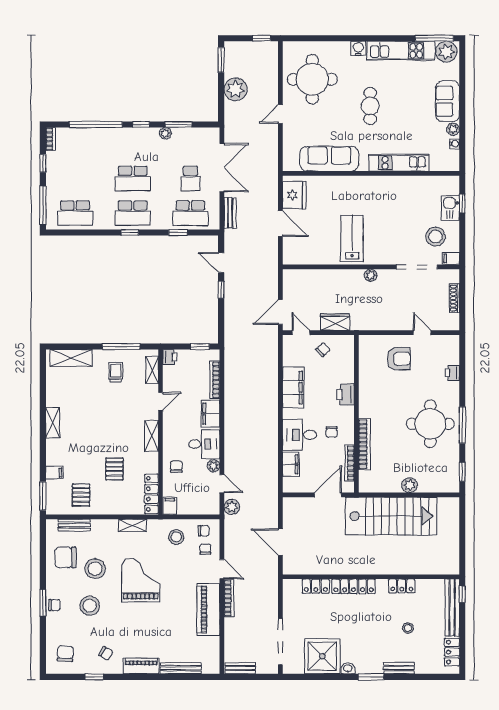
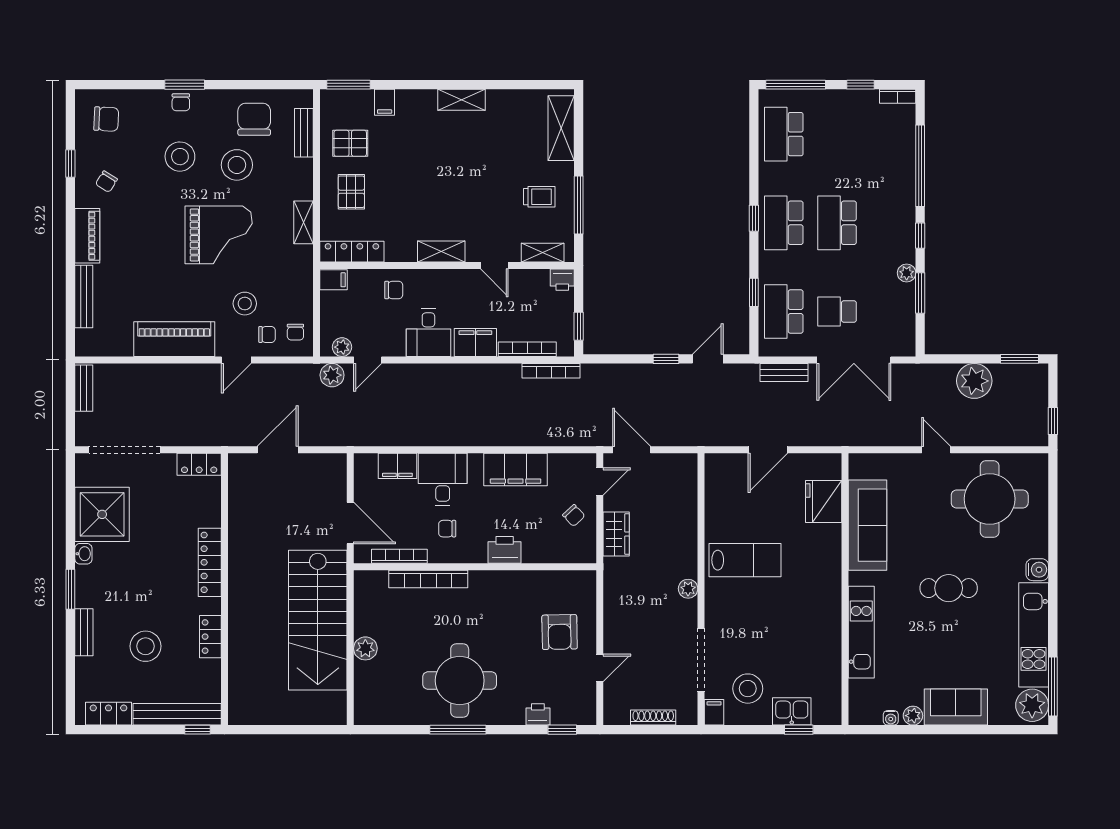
fridge: (294, 195) -> (824, 502), moved, turned 90
plant: (214, 466) -> (342, 347), moved
pallet: (114, 469) -> (351, 192), moved, turned 90
window: (462, 472) -> (562, 730), moved
stool: (176, 537) -> (245, 304), moved
locker: (316, 586) -> (199, 464), moved, turned -90
bookcase: (229, 598) -> (551, 371), moved
stool: (408, 628) -> (145, 646), width x1.89, depth x1.89

